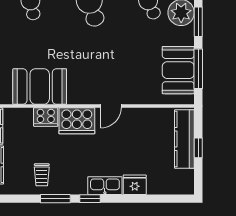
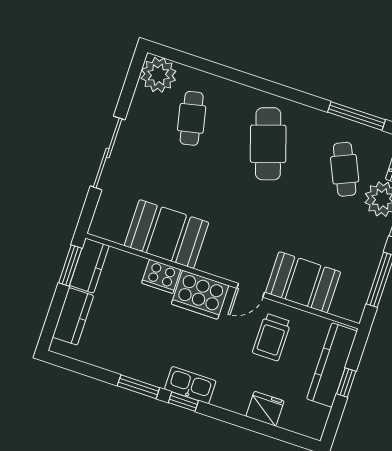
booth: (178, 70) -> (303, 282), moved, turned 90
trolley: (42, 175) -> (272, 337), moved, width x1.36, depth x1.39
fridge: (135, 185) -> (265, 409), moved
kitchen sink: (105, 186) -> (190, 385), moved

